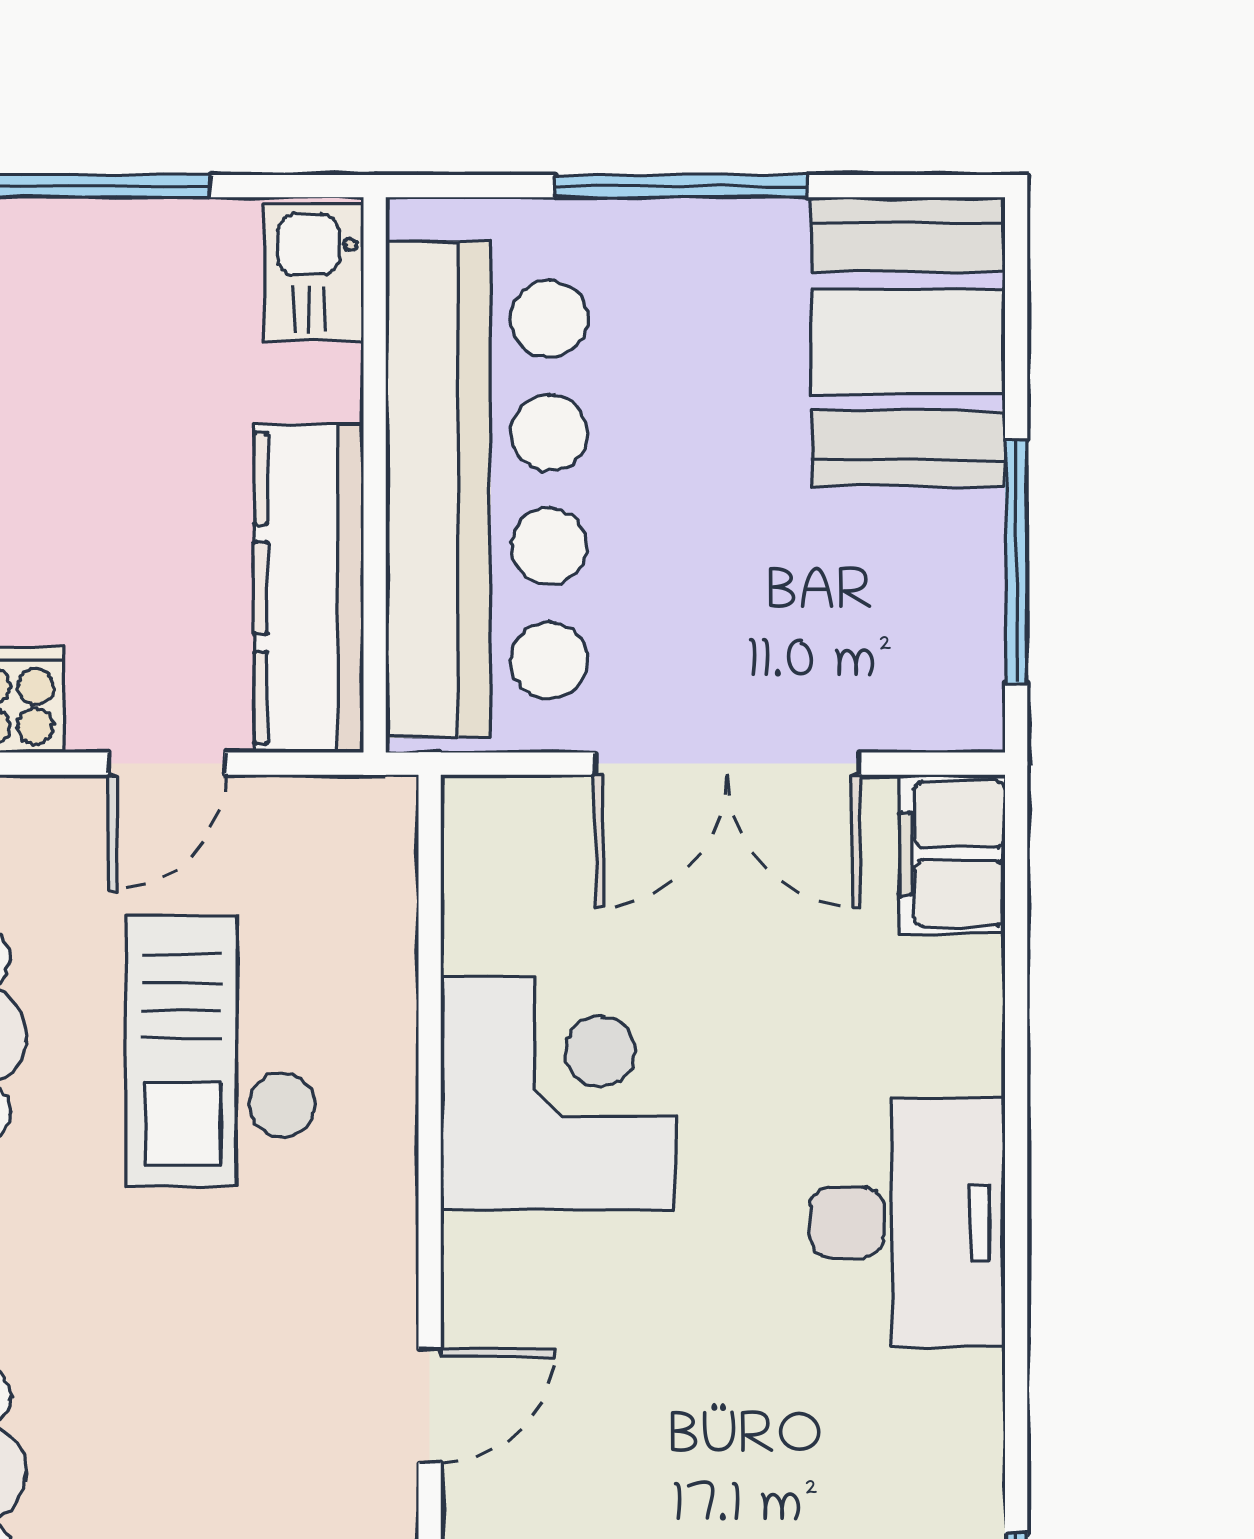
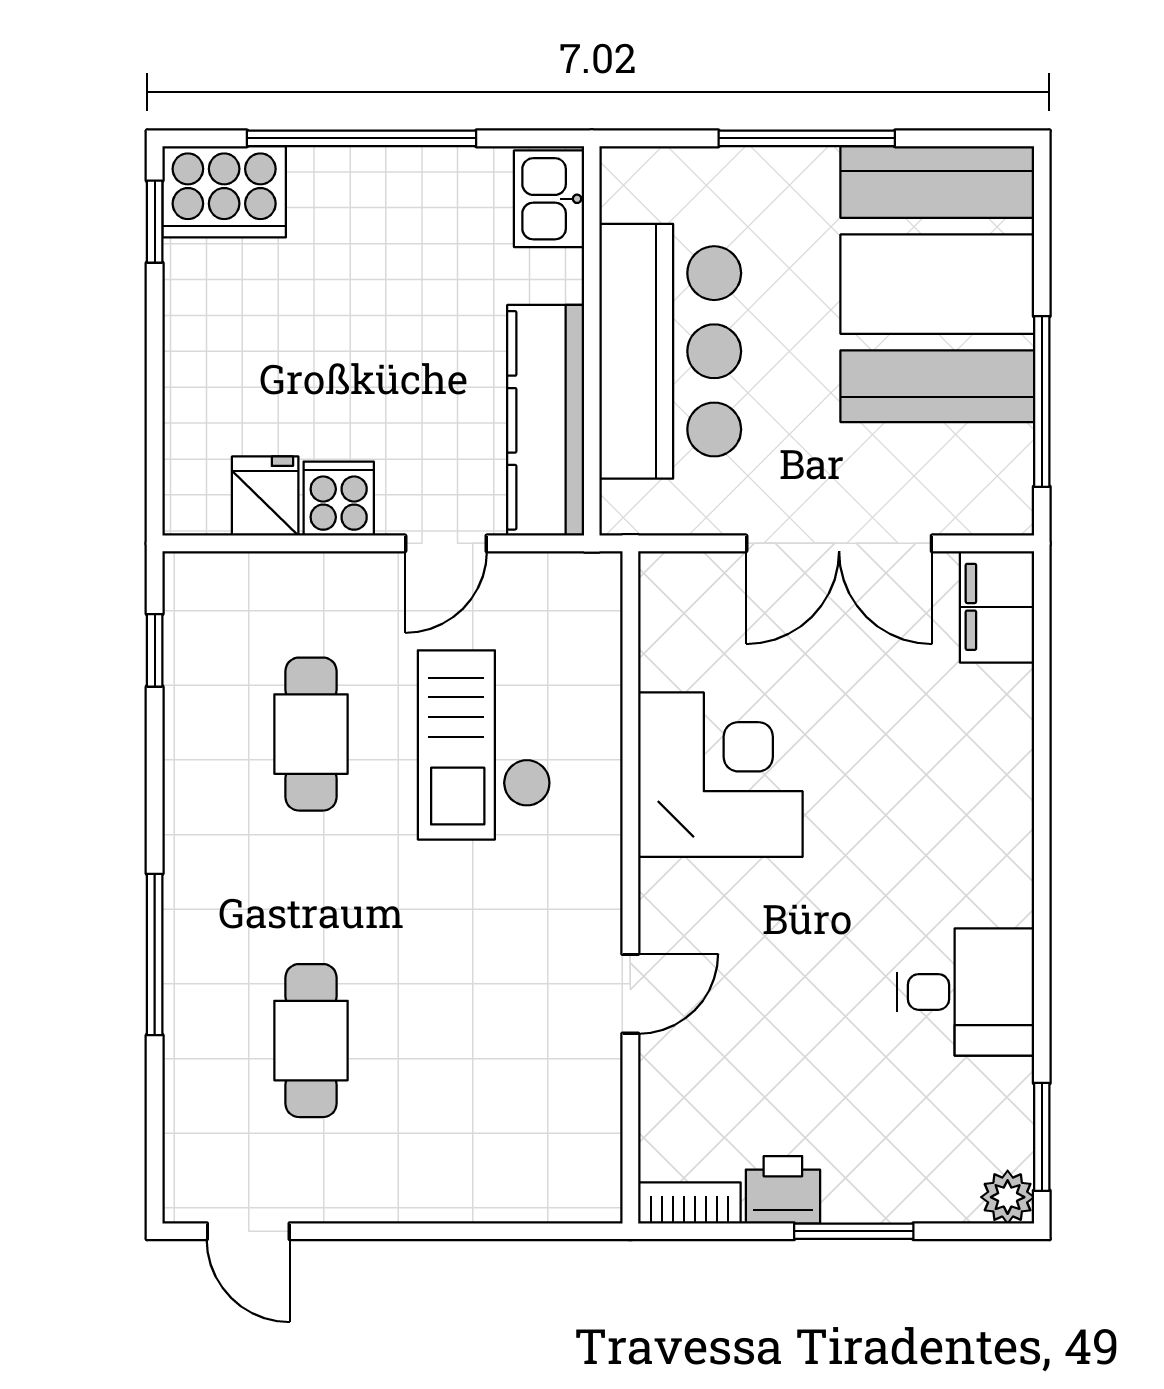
booth: (908, 342) -> (937, 284), width x1.36, depth x1.42
bar counter: (487, 490) -> (670, 351), width x0.73
desk: (907, 1222) -> (965, 992), moved, width x0.73

